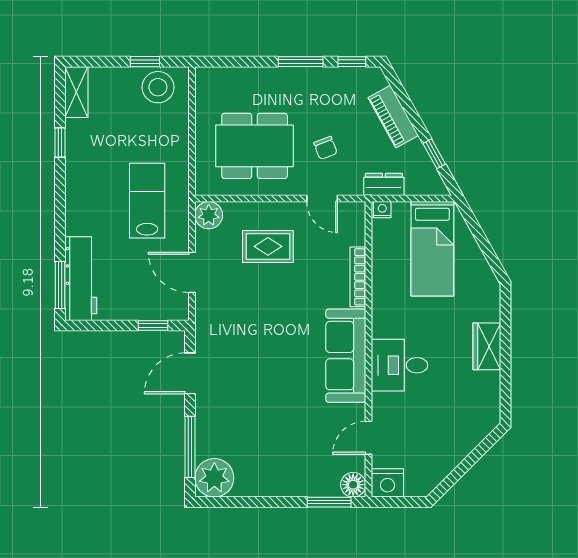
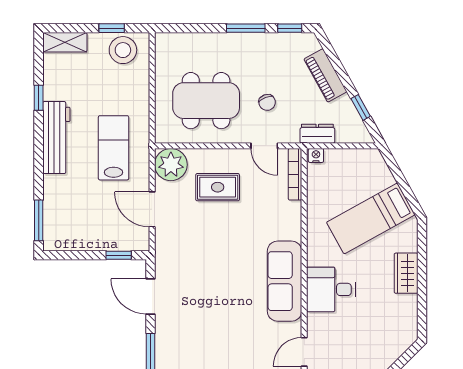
shelving: (76, 92) -> (65, 42), moved, turned 90
plant: (209, 215) -> (171, 165), width x1.36, depth x1.36
bed: (432, 249) -> (371, 218), moved, turned 61
bookcase: (358, 277) -> (295, 174), moved
workbench: (81, 279) -> (56, 138), moved
door: (190, 373) -> (150, 296), hinge flipped

